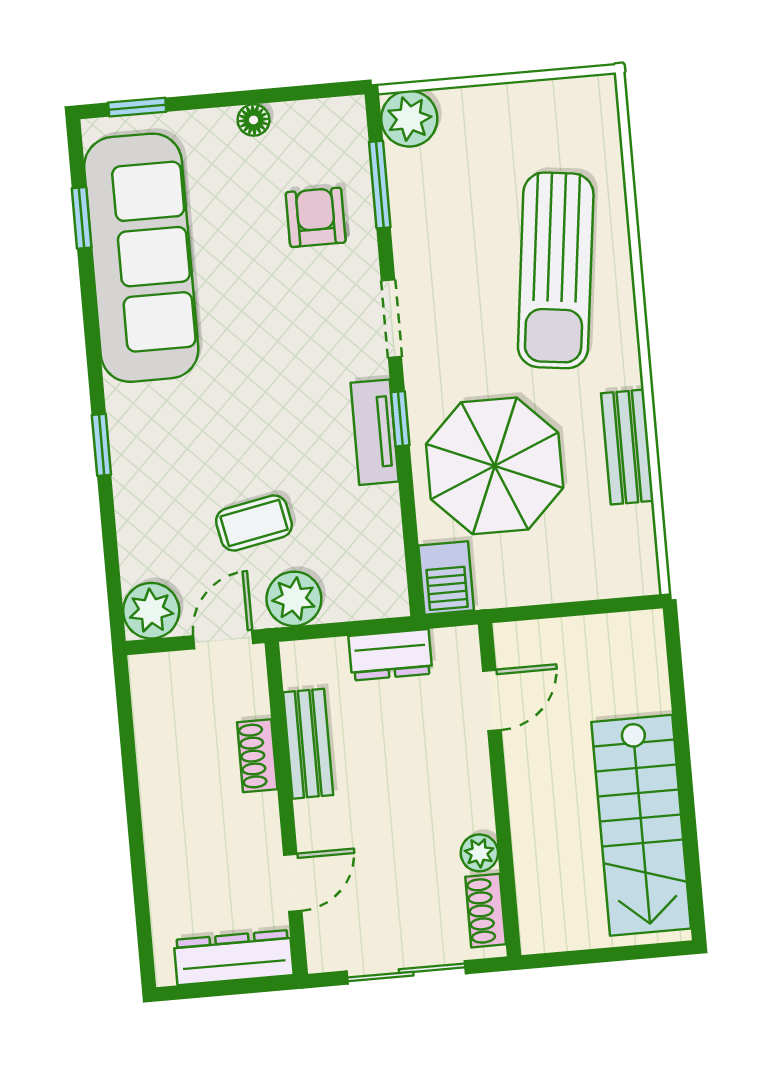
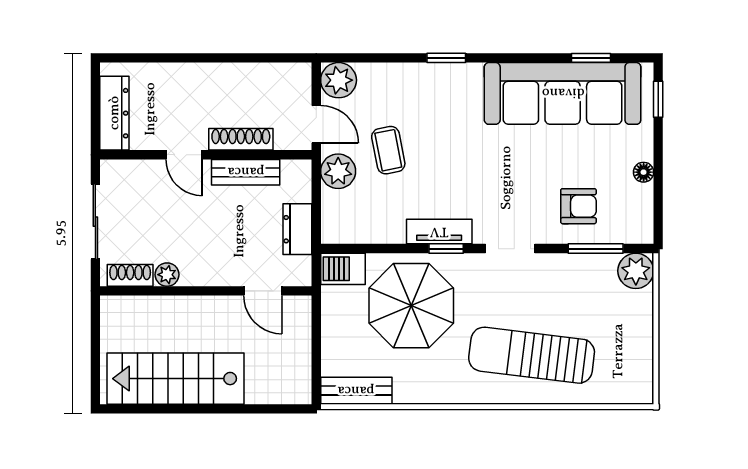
bench: (627, 447) -> (356, 391), moved
shoe rack: (257, 756) -> (241, 139), width x1.43
door: (293, 883) -> (184, 155), moved

